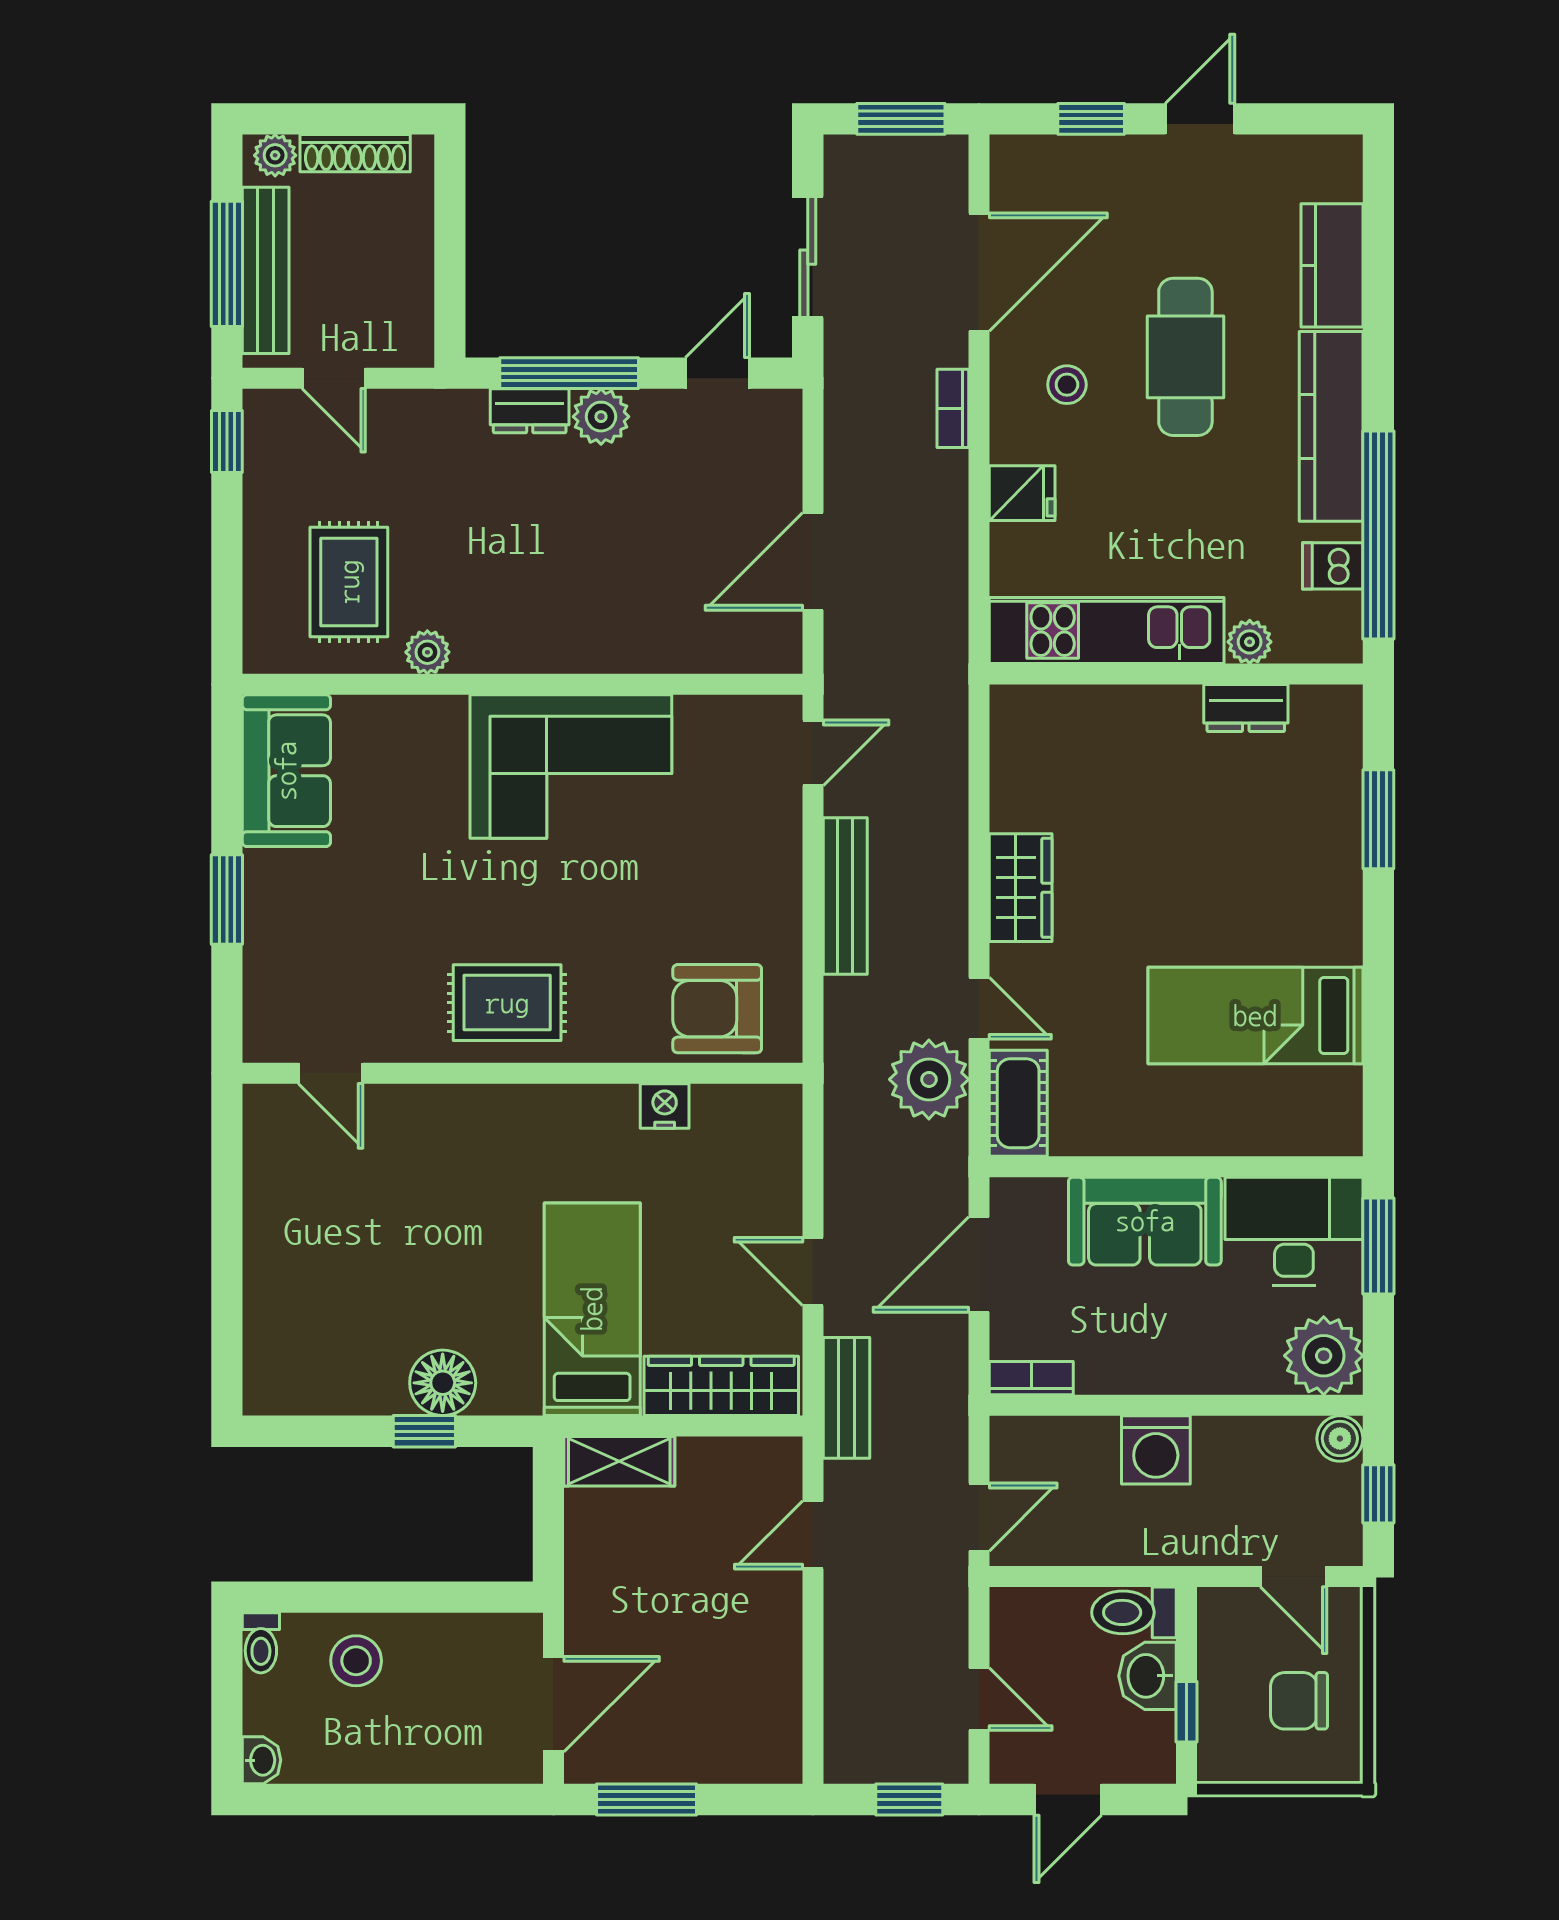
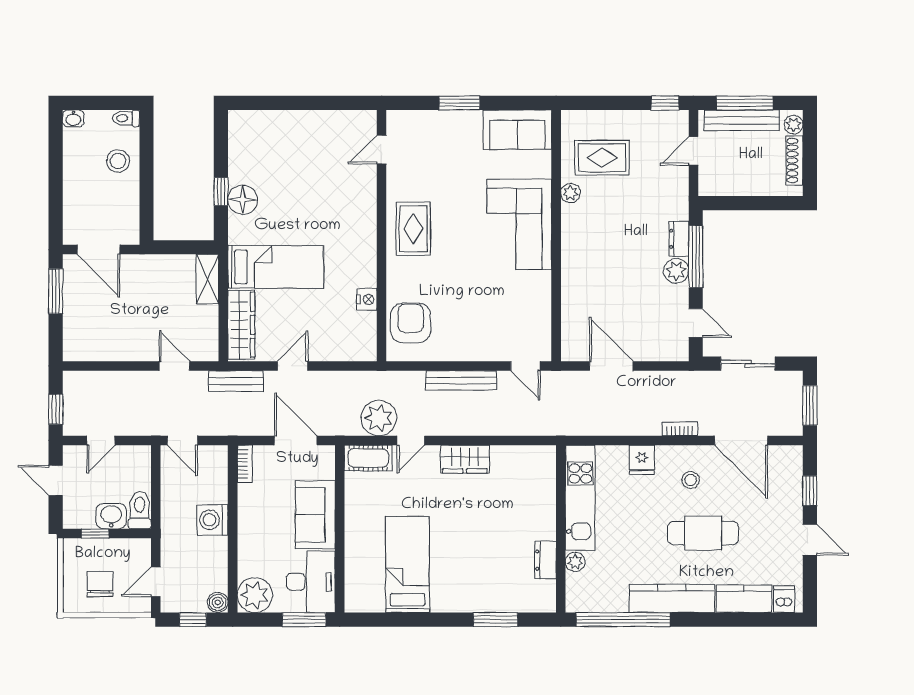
dishwasher: (1333, 566) -> (784, 599), moved
corner sofa: (571, 767) -> (519, 224), moved

